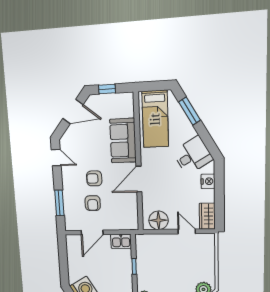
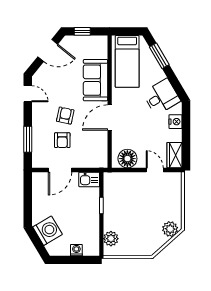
armchair: (94, 178) -> (65, 116), turned 102

